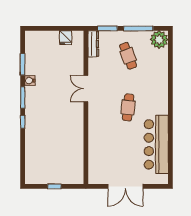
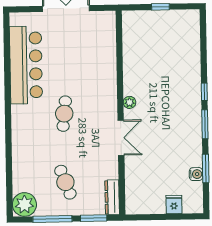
fridge: (65, 38) -> (174, 204), moved
water cooler: (30, 81) -> (196, 174), moved
plant: (79, 115) -> (130, 102), added

